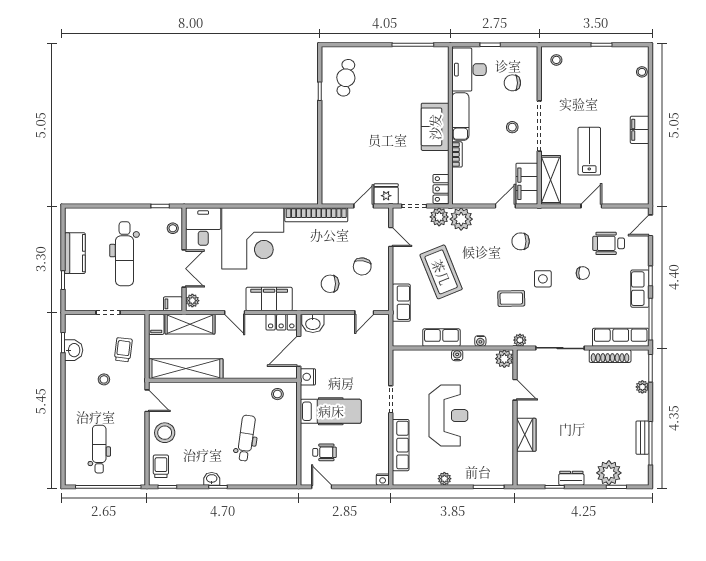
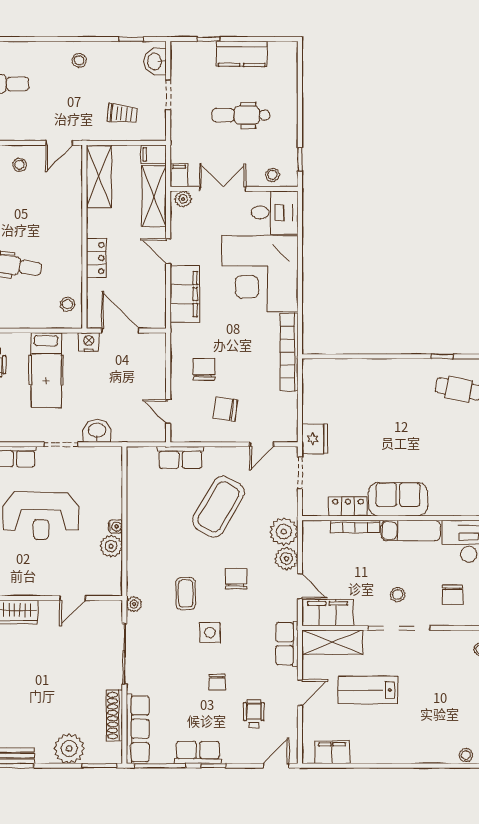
chair: (512, 83) -> (452, 595), turned 180
filing cabinet: (640, 130) -> (332, 752), moved
lab bench: (589, 151) -> (368, 690), turned 180
bookcase: (457, 154) -> (355, 526), width x1.56
locker: (441, 189) -> (348, 507), moved
door: (364, 206) -> (300, 411), removed
door: (591, 206) -> (300, 693), hinge flipped
plant: (439, 217) -> (287, 559), moved
door: (650, 225) -> (276, 766), hinge flipped
chair: (521, 241) -> (236, 579), moved
wheelchair: (609, 243) -> (254, 714), width x0.73, depth x0.73
dental chair: (125, 254) -> (241, 115), width x0.73, depth x0.72
double door: (184, 269) -> (223, 189), swing flipped
coffee table: (441, 272) -> (218, 507), turned -38
door: (235, 313) -> (168, 251), hinge flipped
locker: (281, 322) -> (96, 258), moved, turned 180
washbasin: (313, 323) -> (97, 431), moved, turned 90
row of seats: (441, 338) -> (287, 644), moved, turned 180
water cooler: (480, 341) -> (133, 555), removed
washbasin: (74, 350) -> (155, 61), moved, turned 90
plant: (504, 359) -> (111, 546), moved
shelving: (186, 369) -> (99, 177), width x0.68
stool: (104, 379) -> (79, 60), moved
plant: (642, 387) -> (69, 749), width x1.88, depth x1.88
stool: (165, 433) -> (20, 165), width x0.53, depth x0.53

